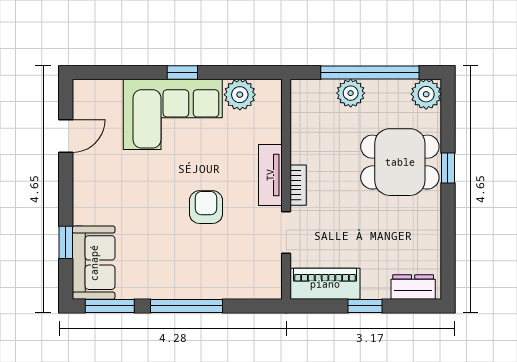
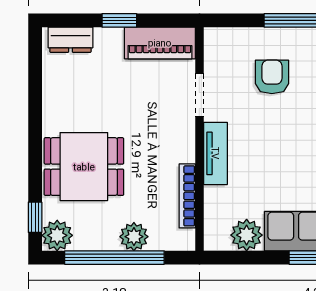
window: (448, 168) -> (35, 217), moved
bookcase: (298, 185) -> (187, 196), moved, width x1.56
armchair: (206, 207) -> (272, 77), moved, turned 180

